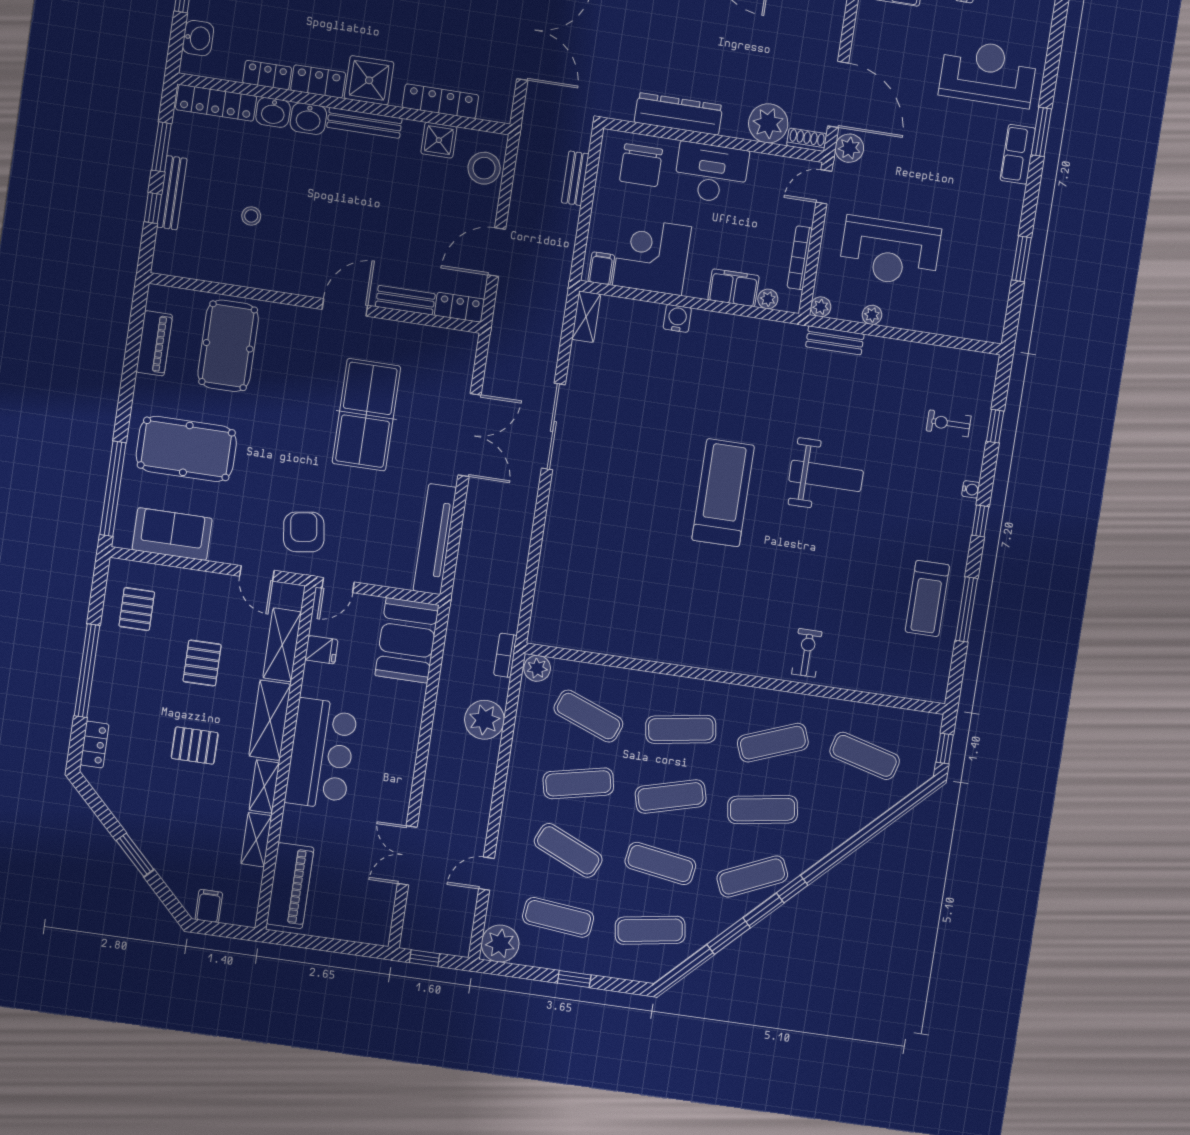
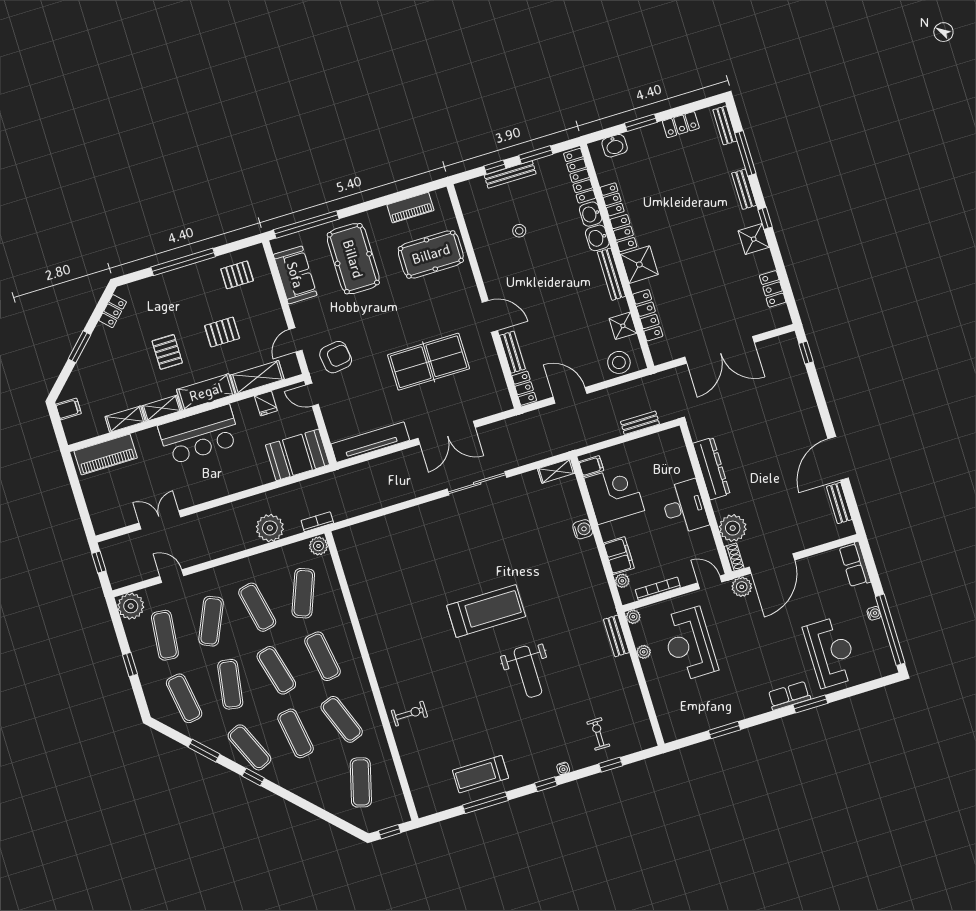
chair: (641, 165) -> (668, 460), removed
locker: (95, 745) -> (113, 311), moved, turned -45

